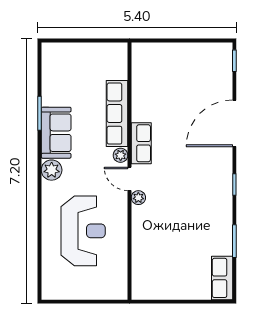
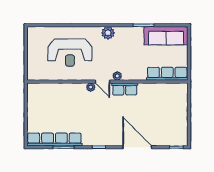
row of seats: (117, 114) -> (167, 74), moved
sofa: (56, 133) -> (166, 36), moved, width x1.36
door: (130, 179) -> (103, 82), swing flipped
row of seats: (222, 278) -> (54, 139), width x2.02

